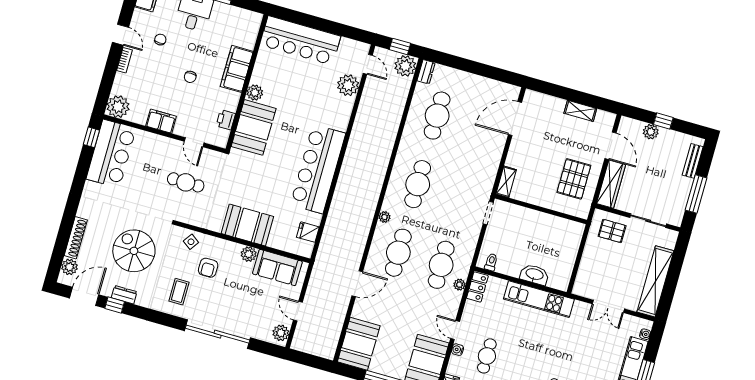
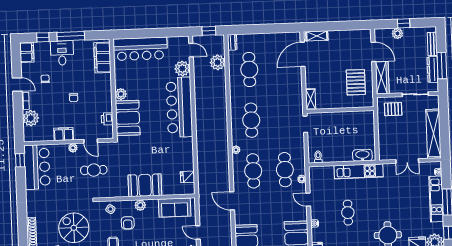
plant: (405, 66) -> (218, 62), moved
filing cabinet: (237, 69) -> (102, 58), moved
plant: (118, 107) -> (31, 118), moved
shelving: (580, 111) -> (317, 36), moved
plant: (167, 144) -> (73, 148), added
bar counter: (318, 169) -> (179, 107), moved
dresser: (682, 195) -> (433, 70), added
plant: (249, 254) -> (140, 205), moved
washbasin: (534, 275) -> (362, 155), moved
door: (357, 284) -> (232, 201), swing flipped
locker: (477, 287) -> (314, 177), removed
door: (455, 330) -> (308, 200), moved
cafe table: (487, 356) -> (348, 213), moved

